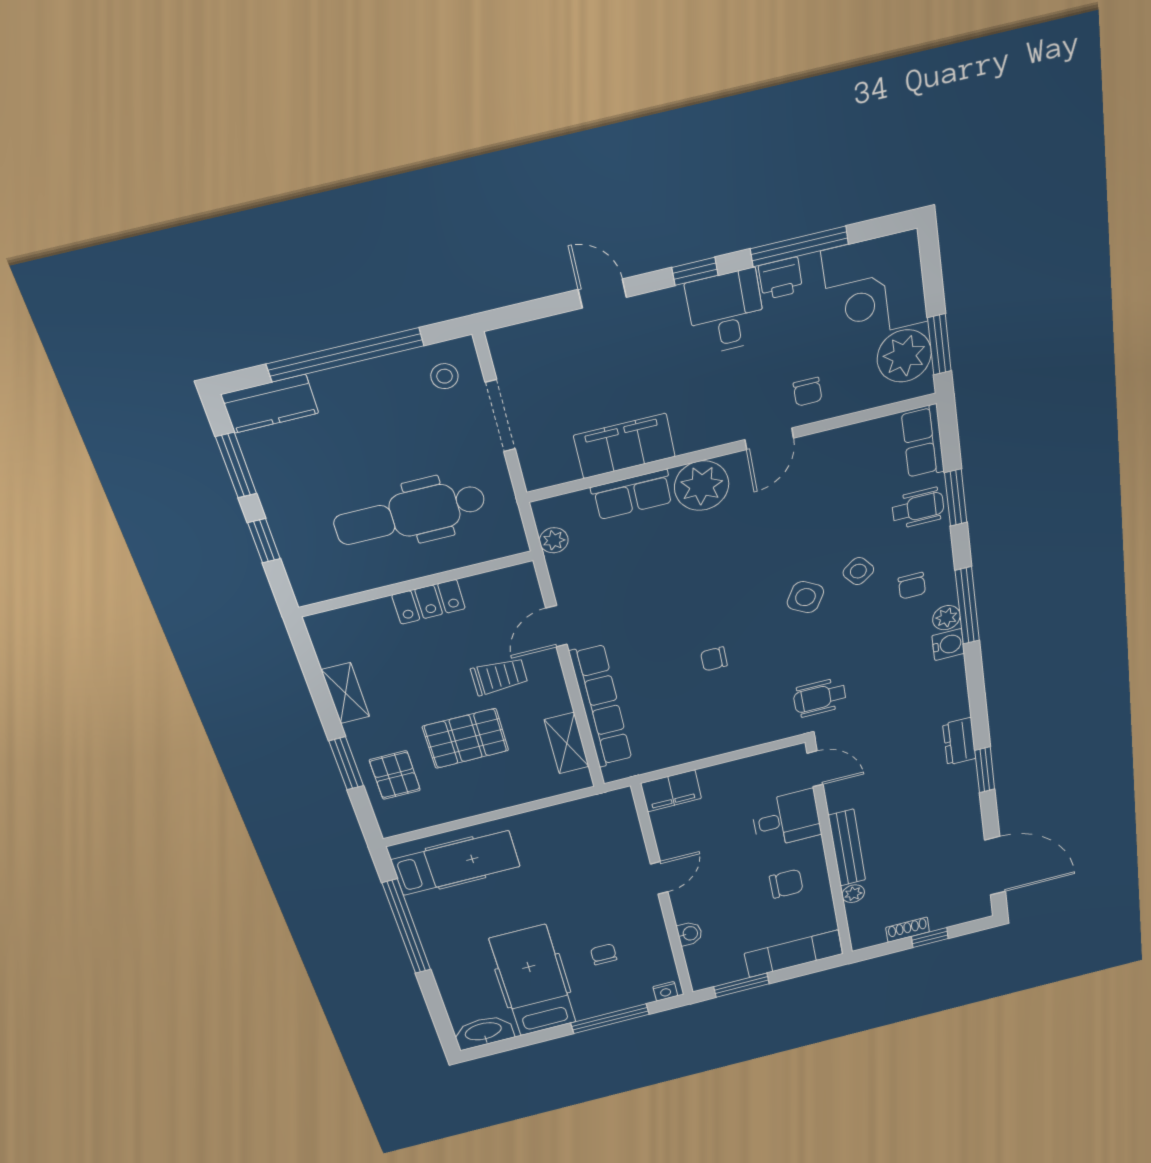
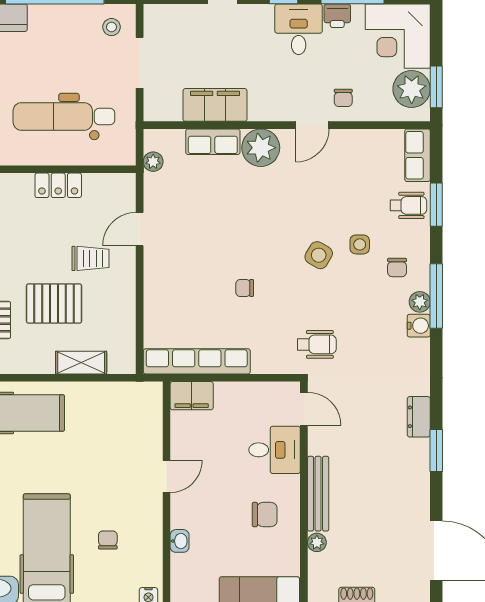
side table: (858, 571) -> (360, 244), turned 37
wheelchair: (820, 698) -> (317, 344), turned 180
row of seats: (601, 706) -> (197, 361), moved, turned -90
shelving: (567, 743) -> (81, 363), moved, turned 90

